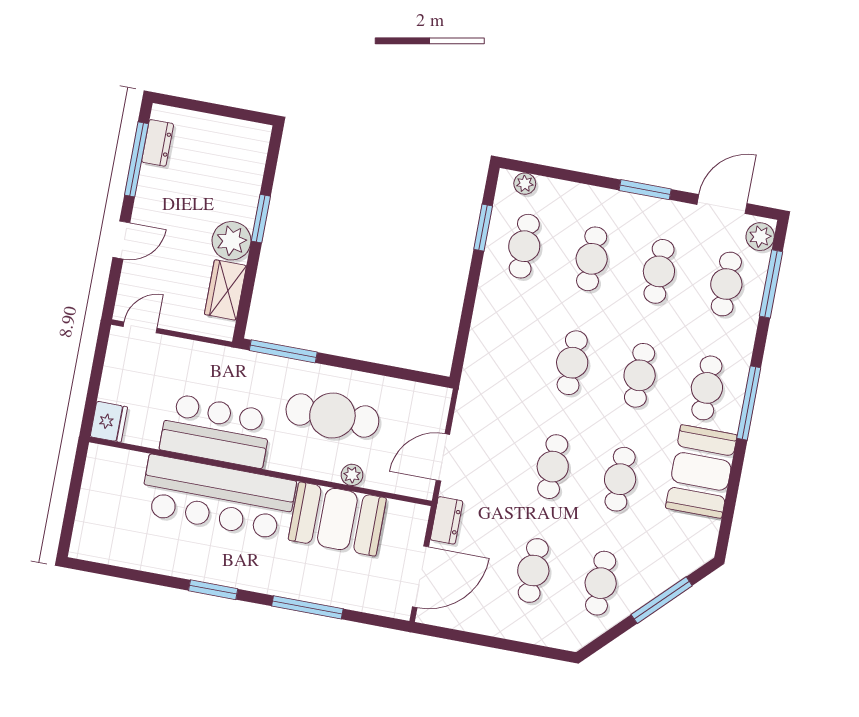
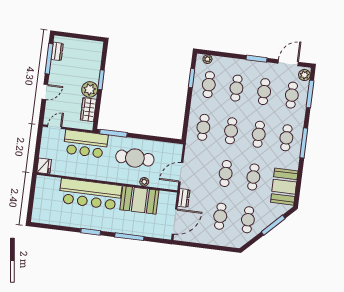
cafe table: (505, 350) -> (203, 127), added
bar counter: (216, 431) -> (86, 144), moved, turned 180
booth: (701, 471) -> (284, 187), moved

